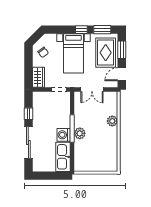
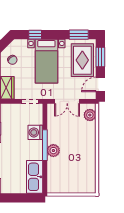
window: (81, 30) -> (35, 35), moved
plant: (112, 121) -> (90, 115), moved
washing machine: (64, 135) -> (35, 132), moved

